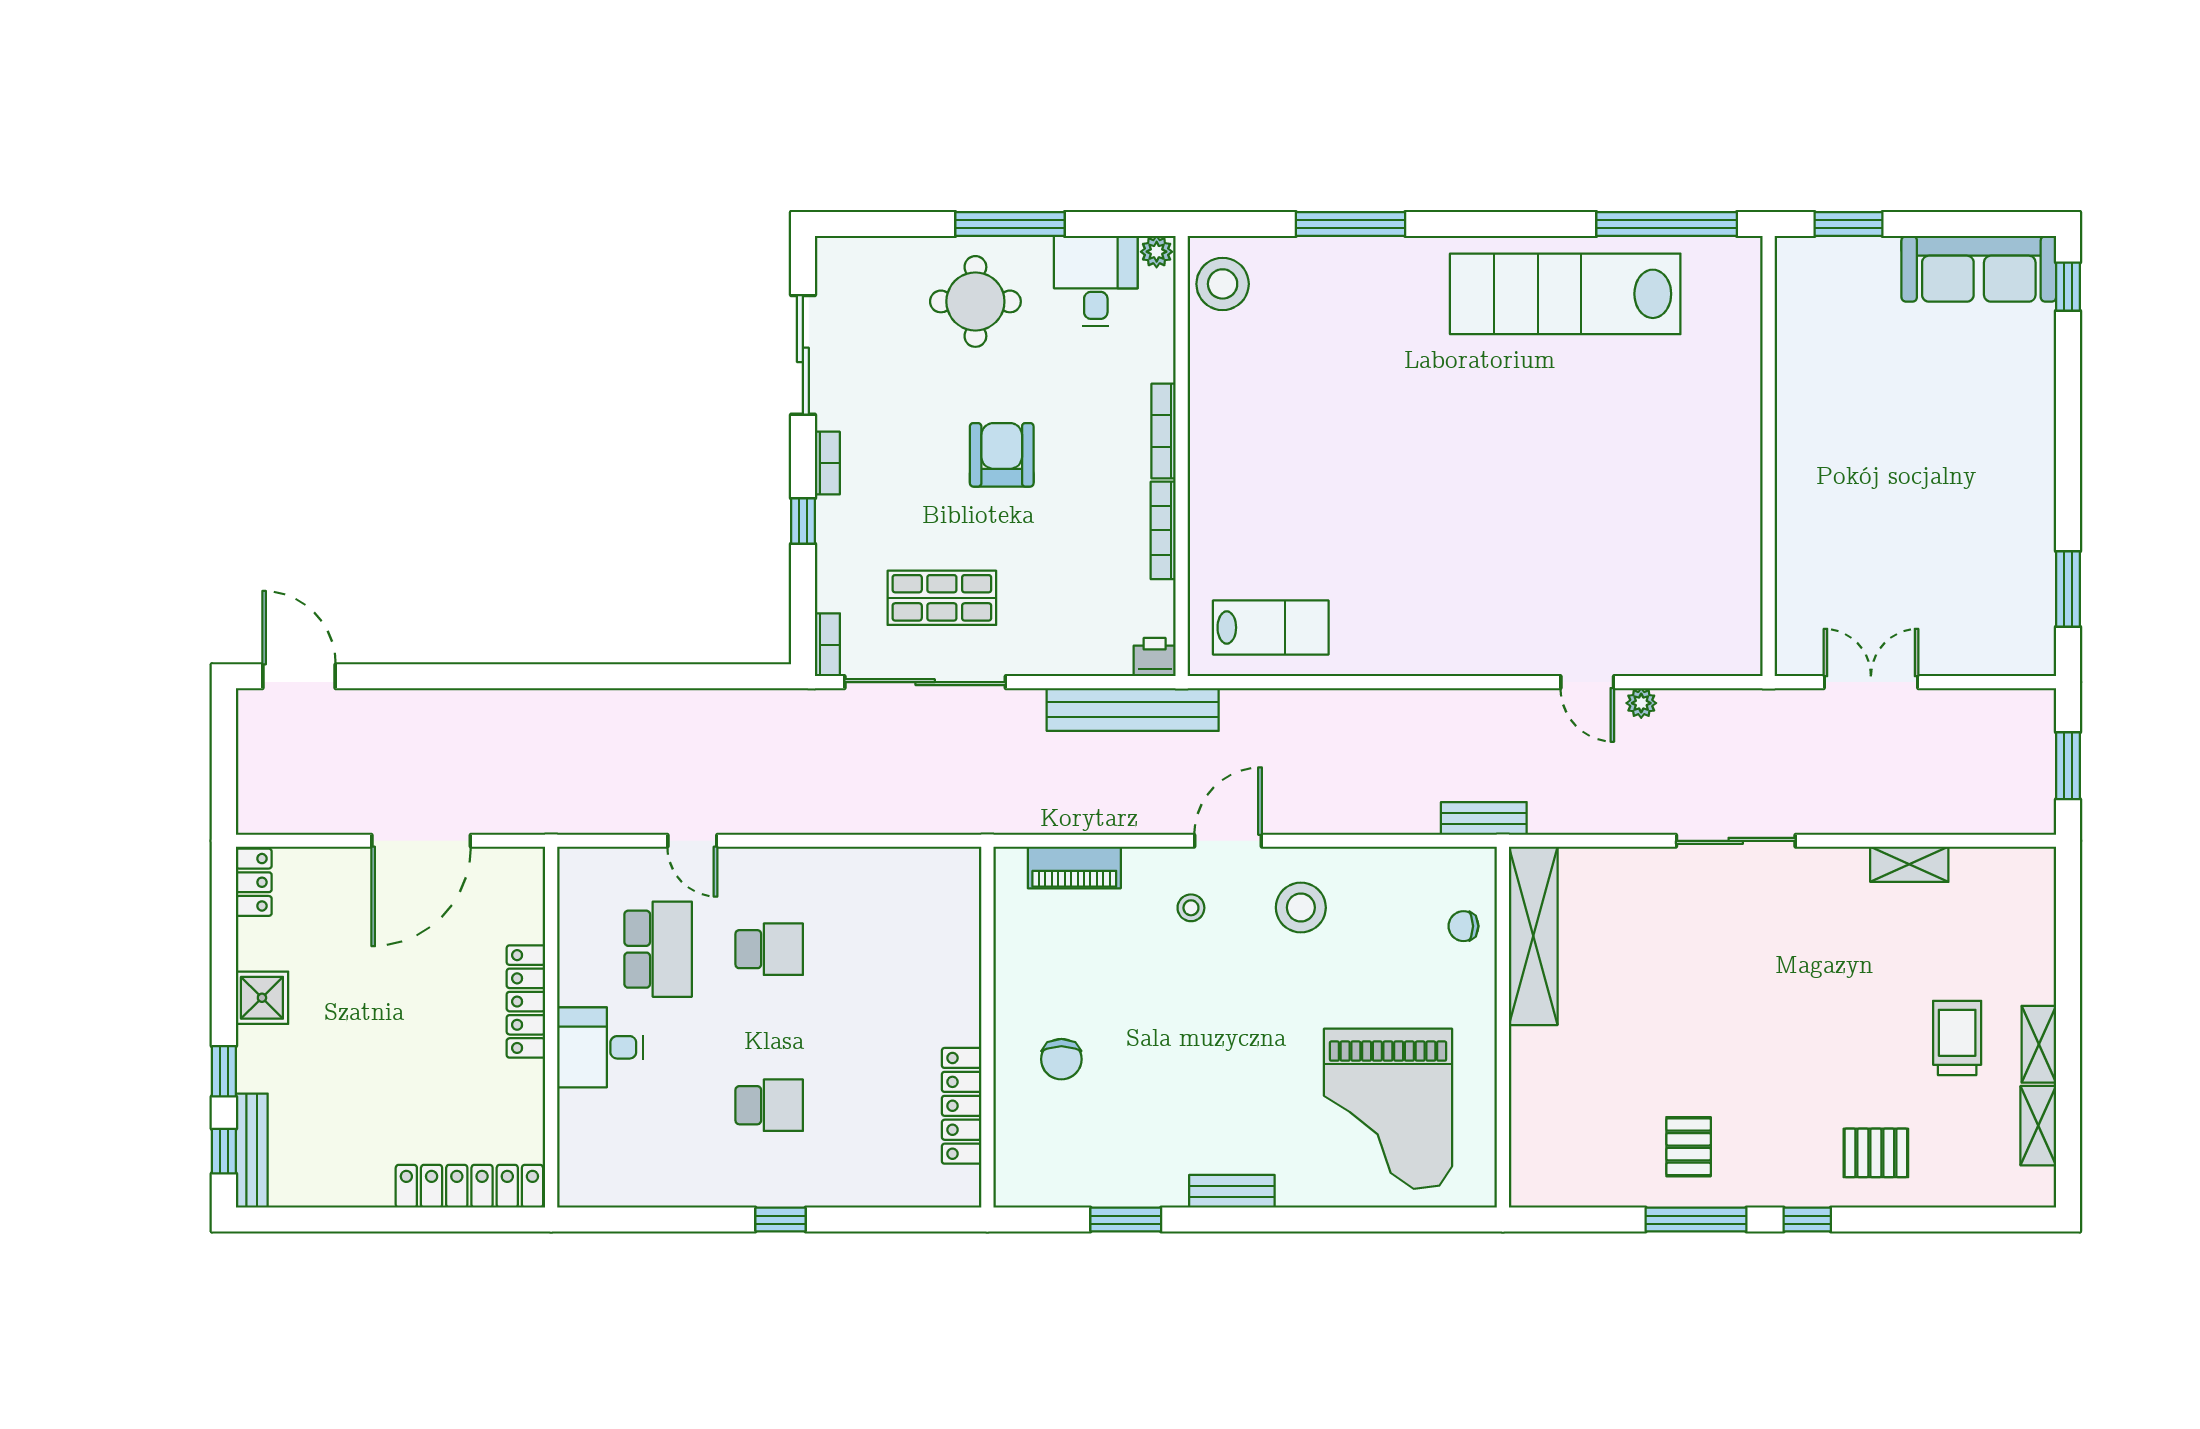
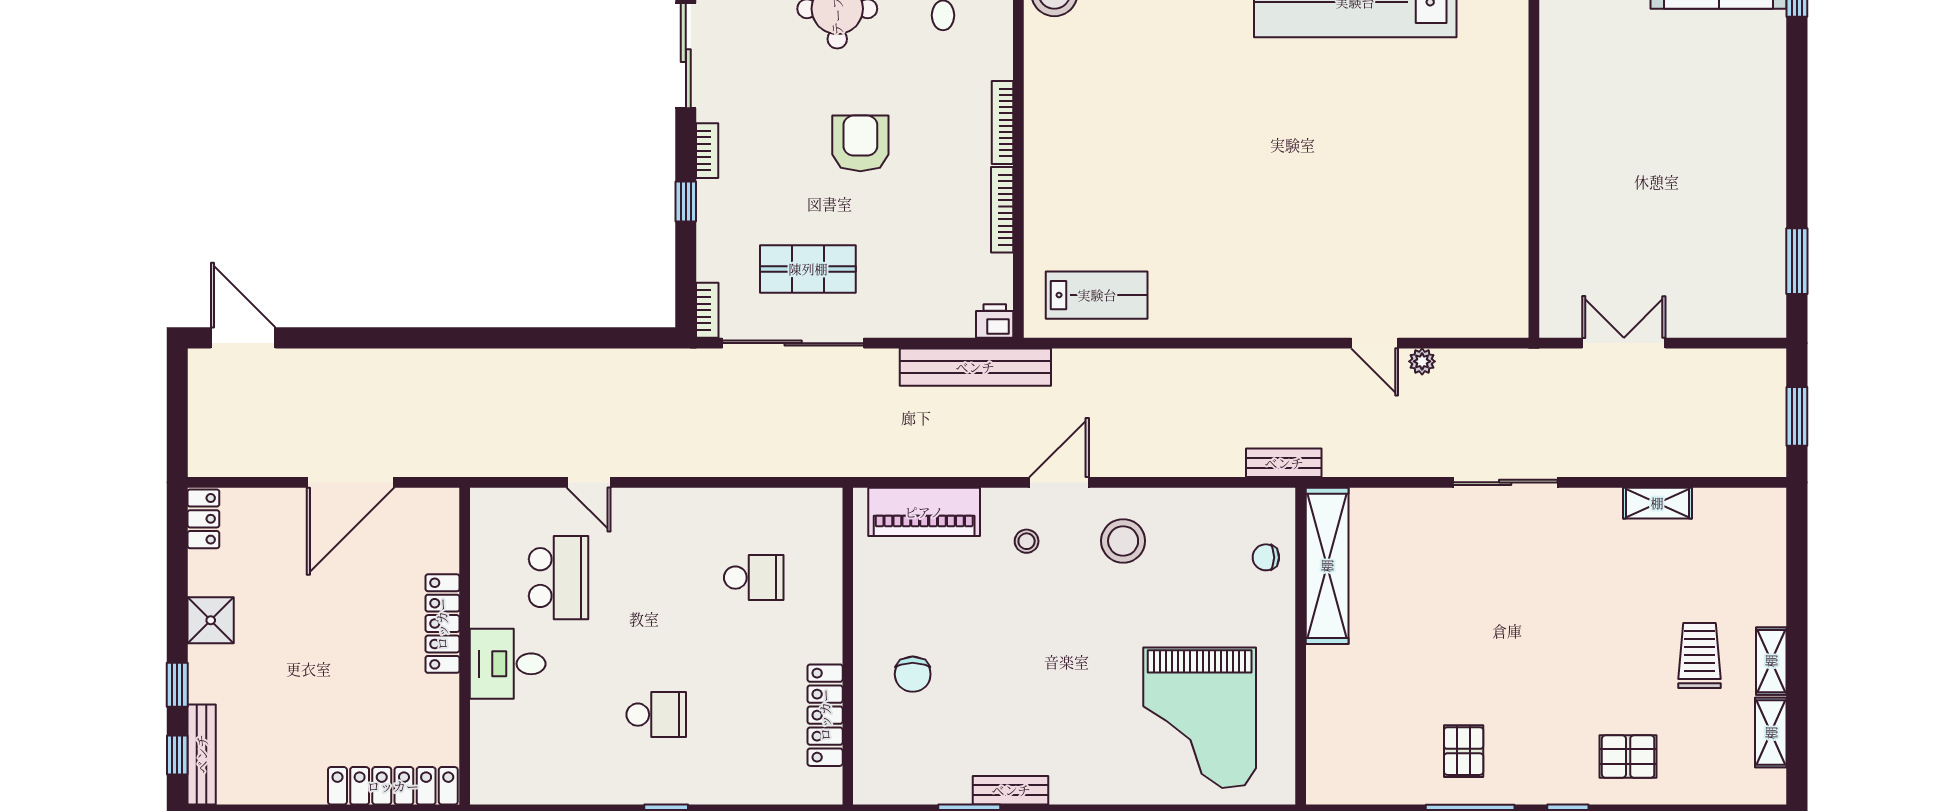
piano: (1074, 868) -> (924, 512), width x1.37, depth x1.33
school desk: (769, 949) -> (754, 578), moved
bench: (1232, 1191) -> (1011, 790), moved

